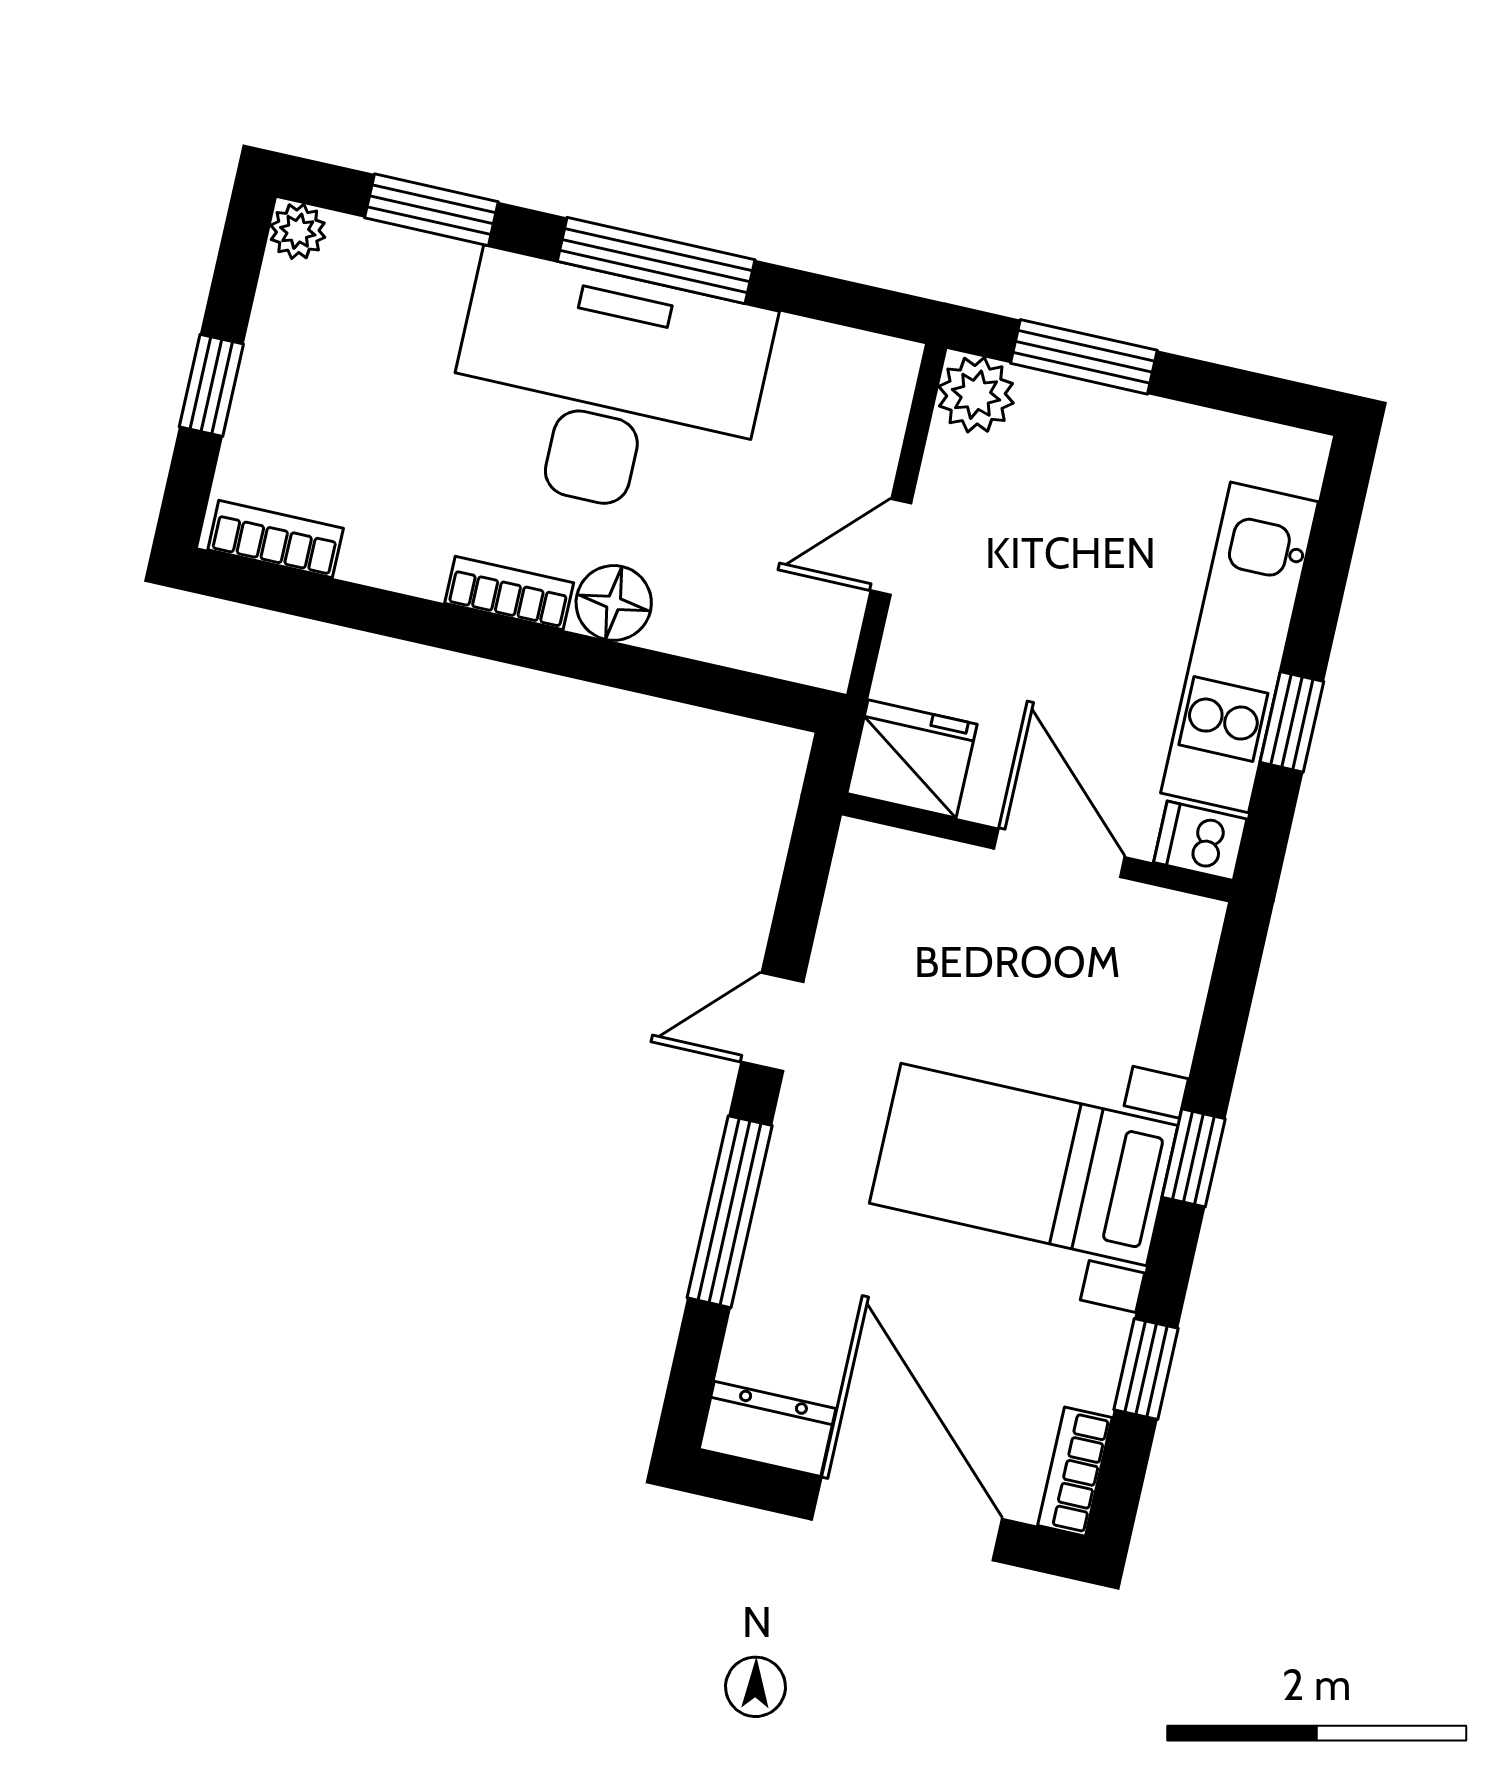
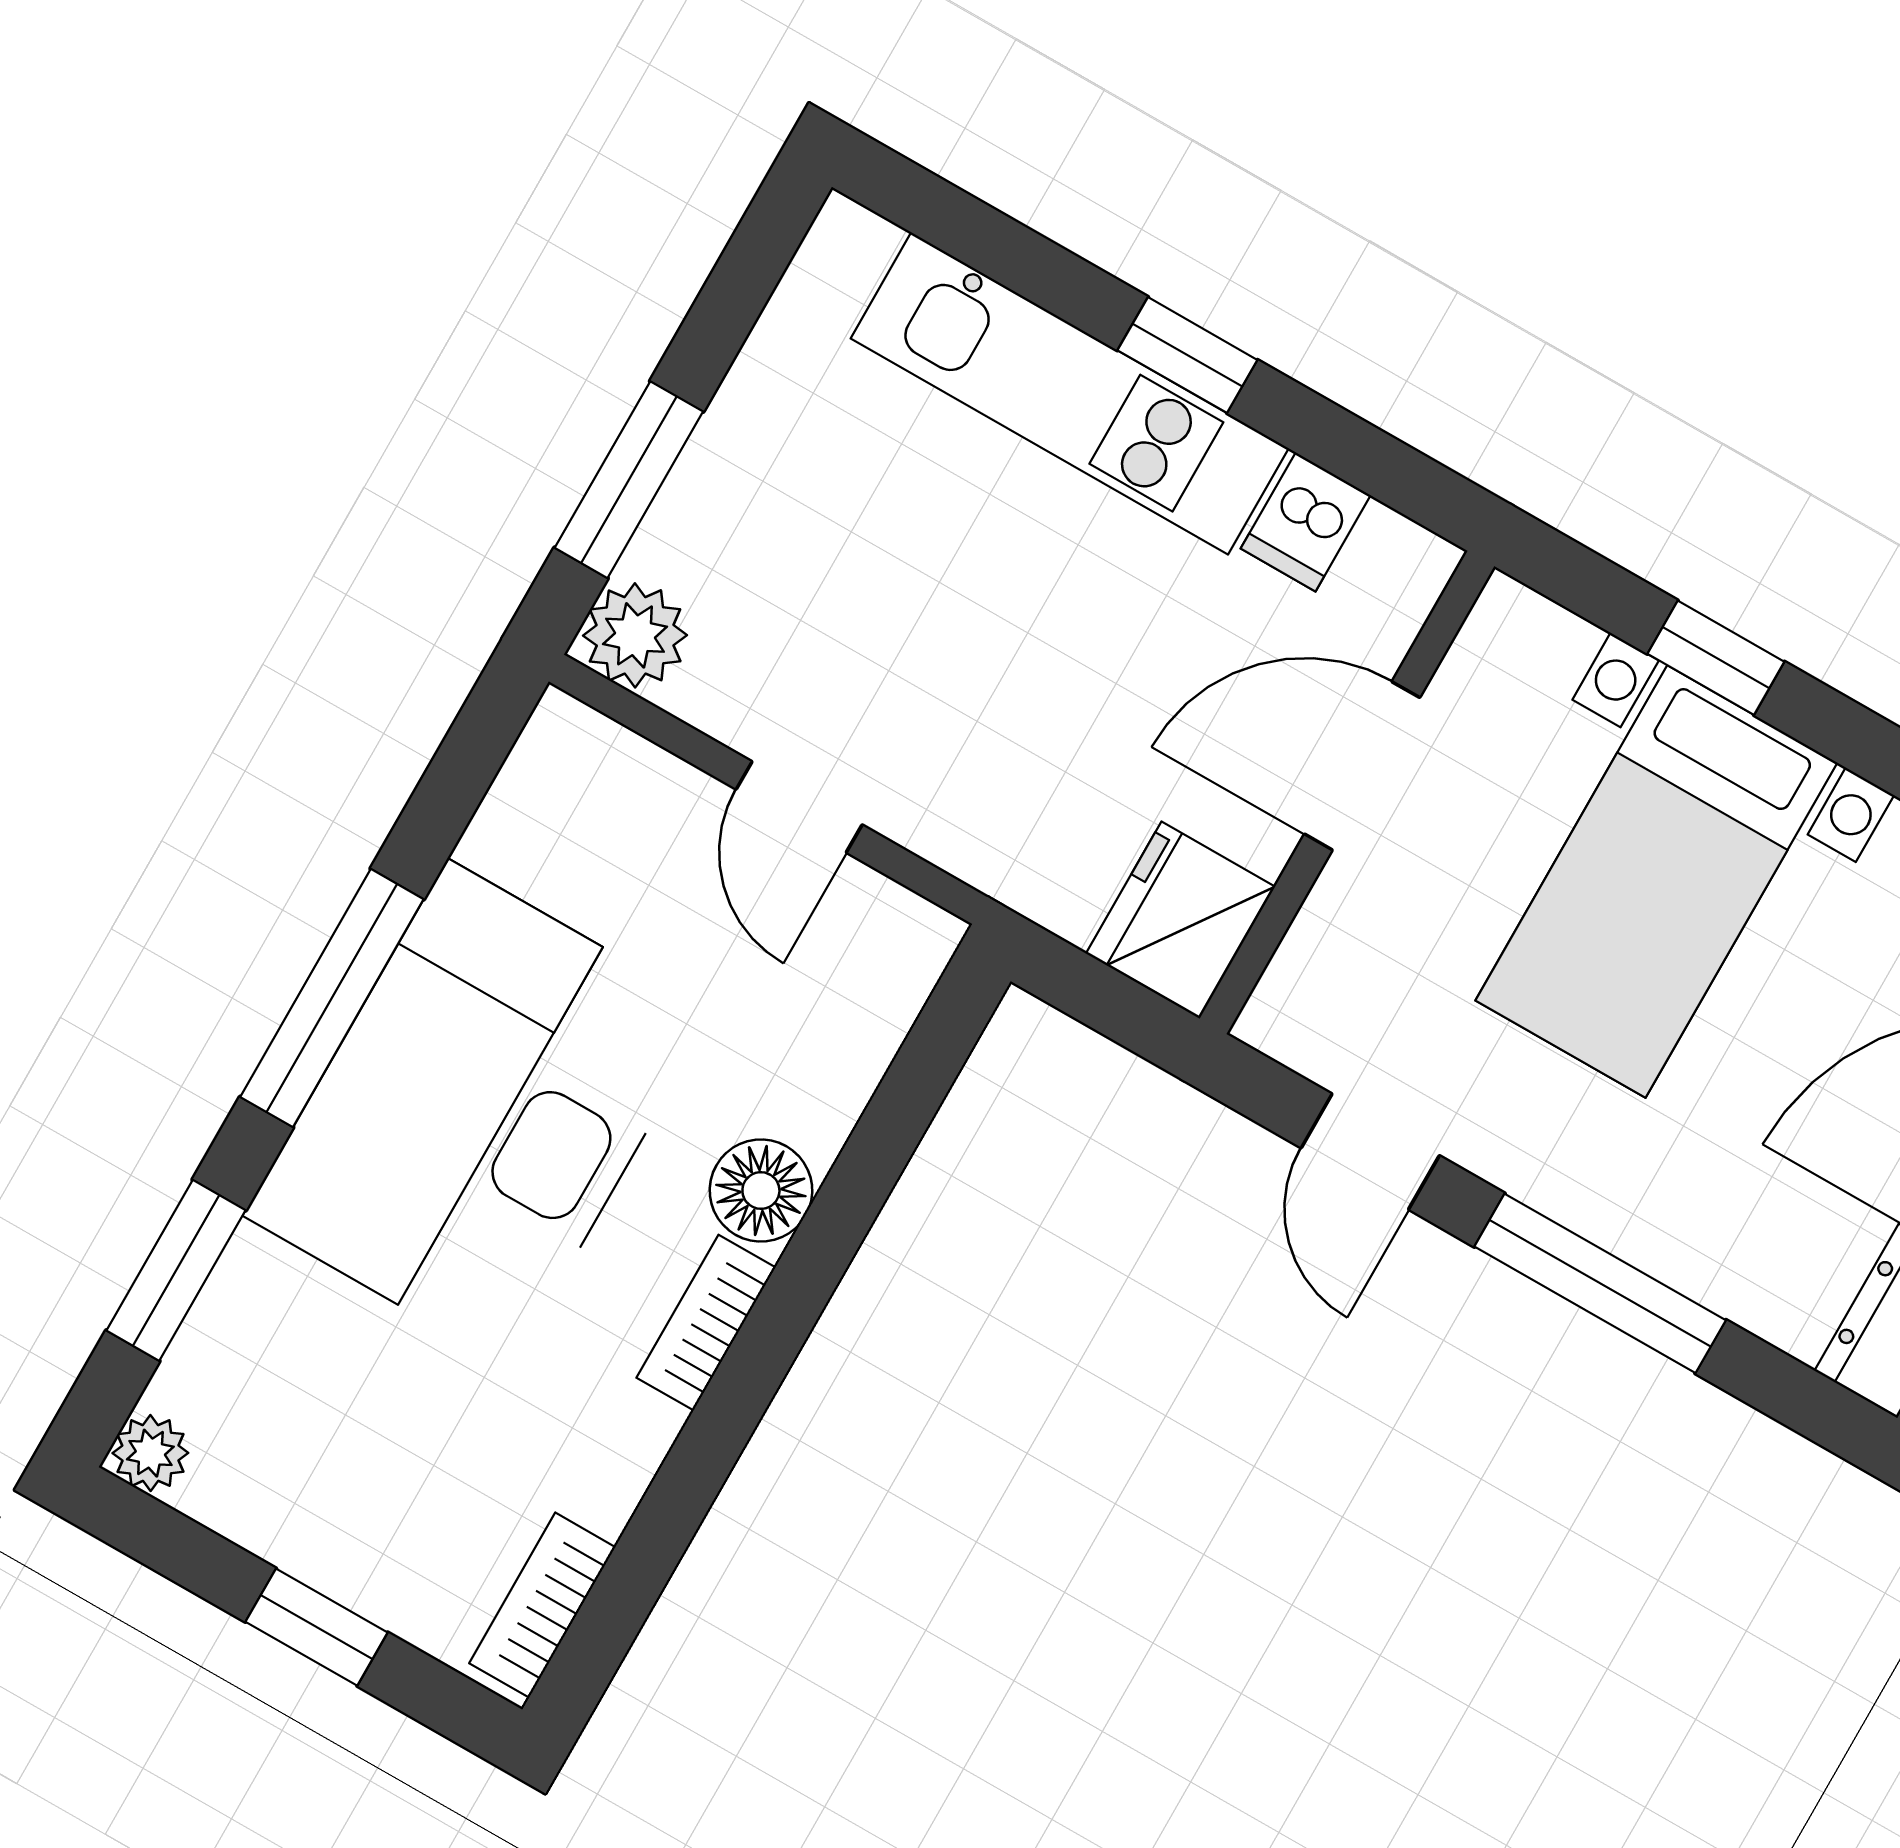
fridge: (912, 759) -> (1181, 920), moved
wall: (1038, 848) -> (1347, 792), moved
door: (1059, 853) -> (1362, 766), moved

